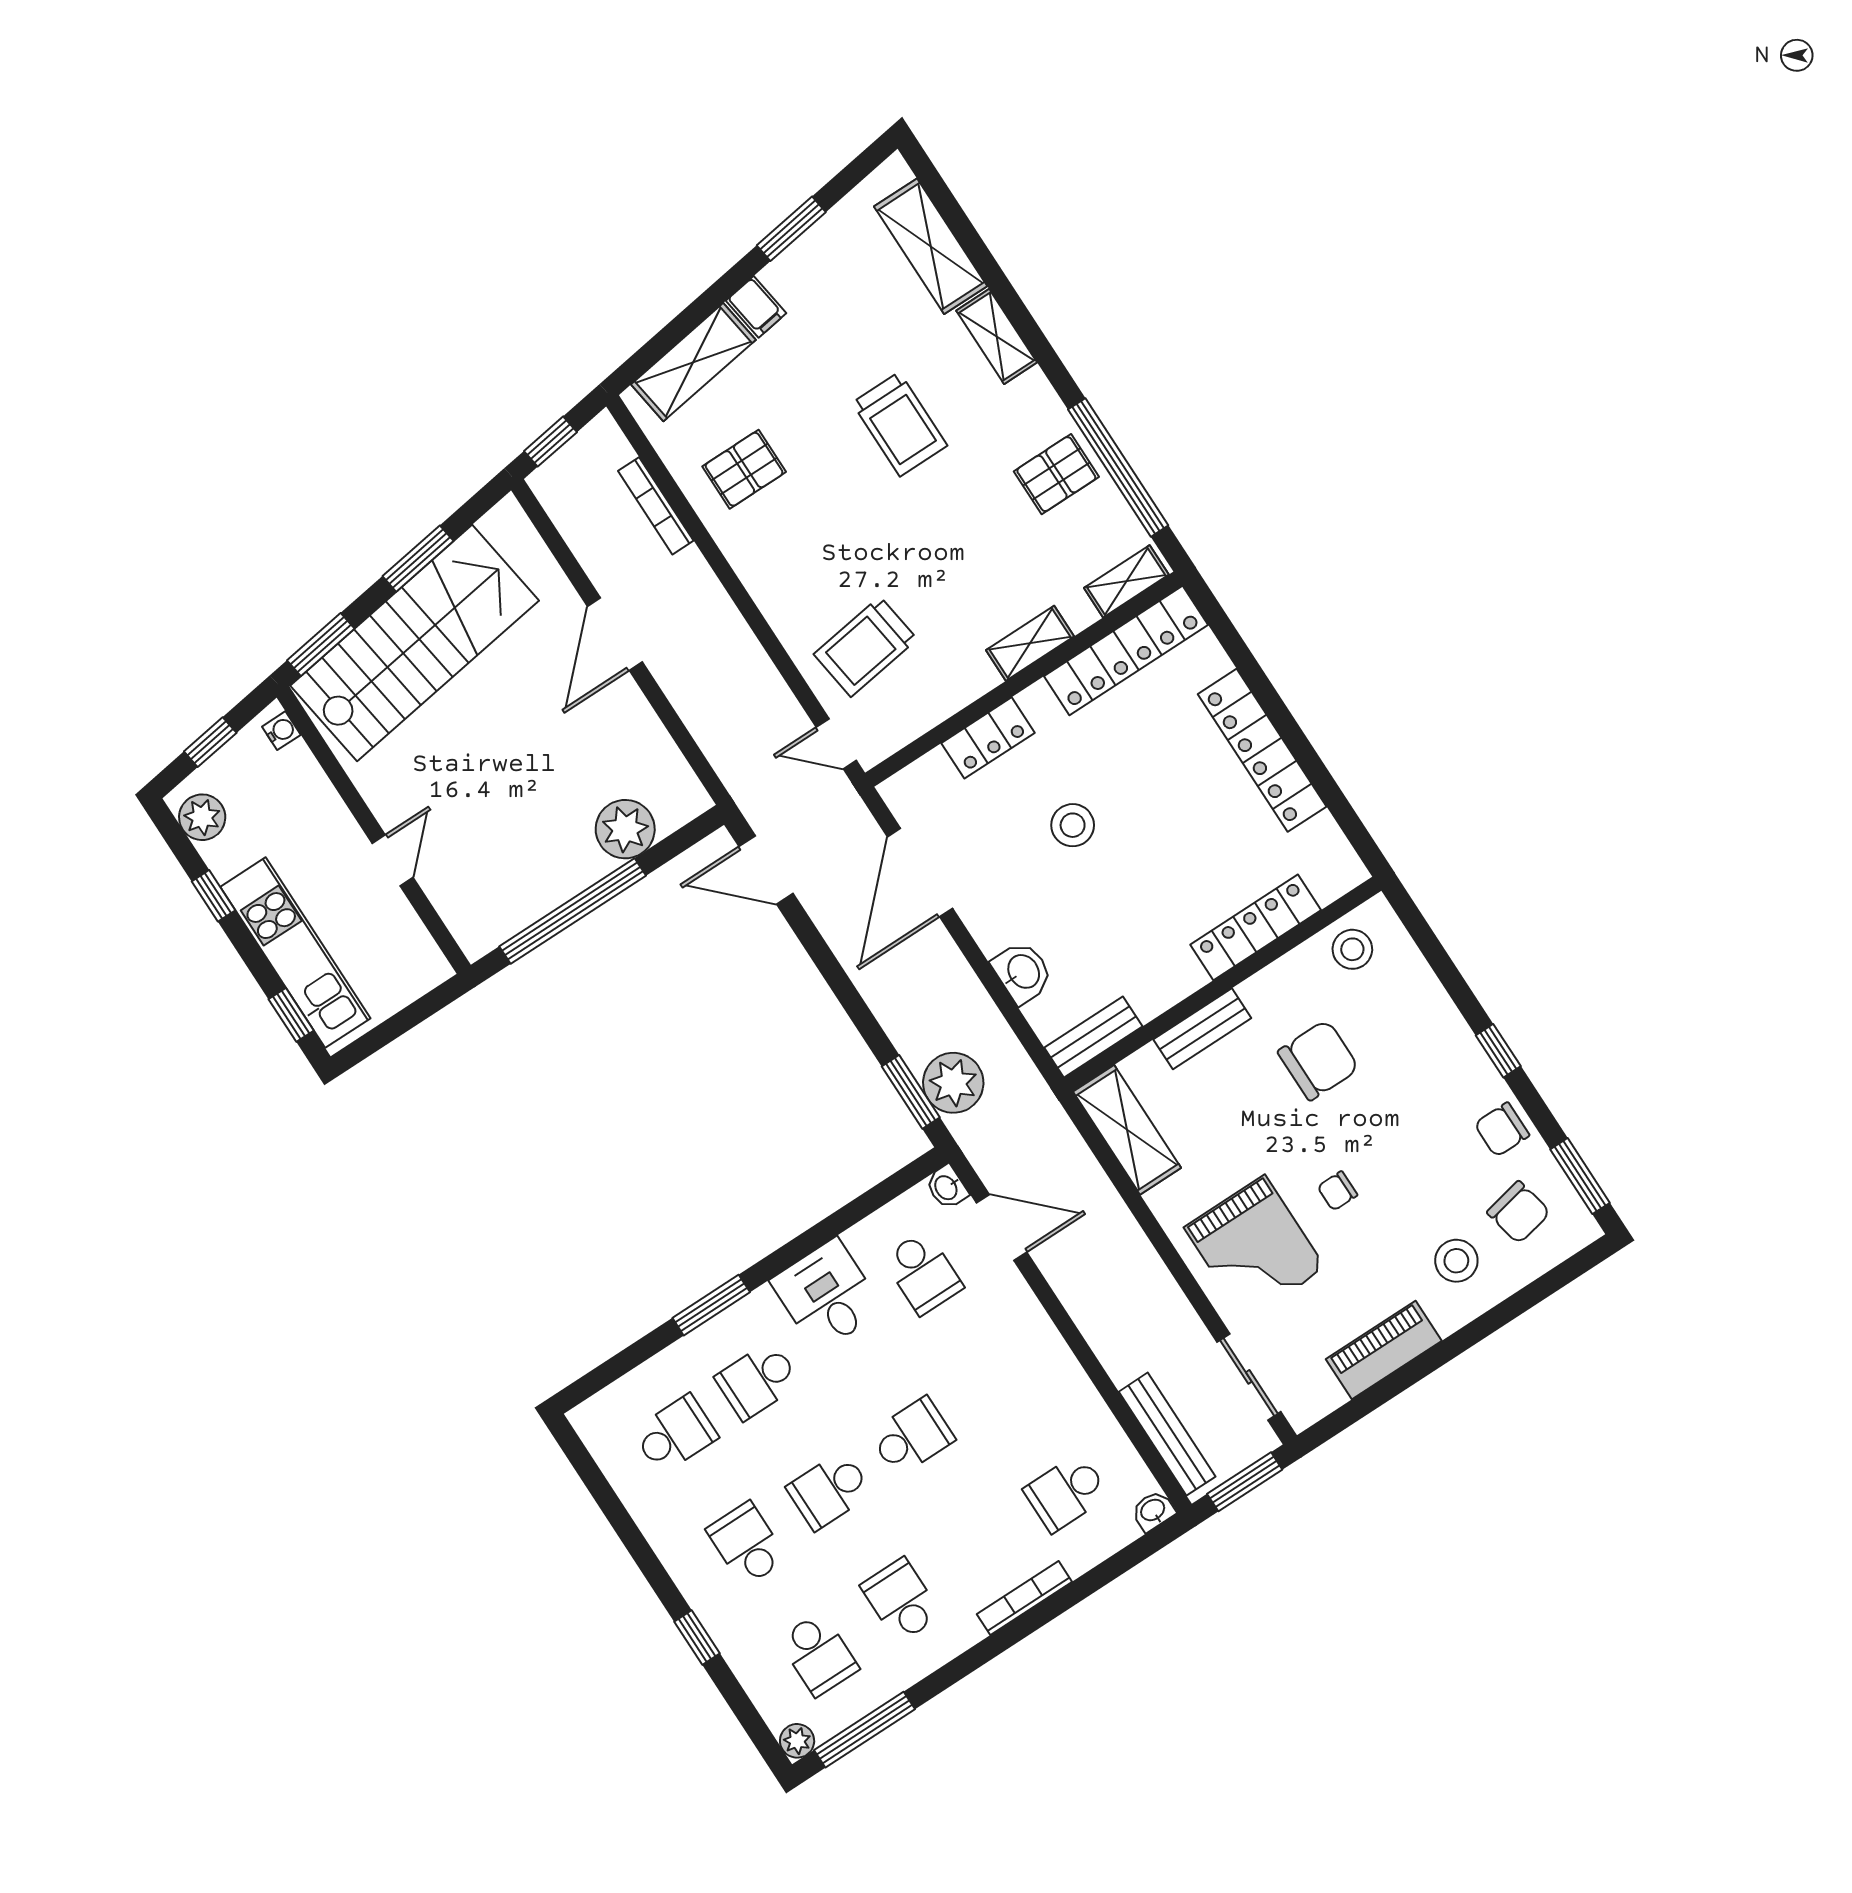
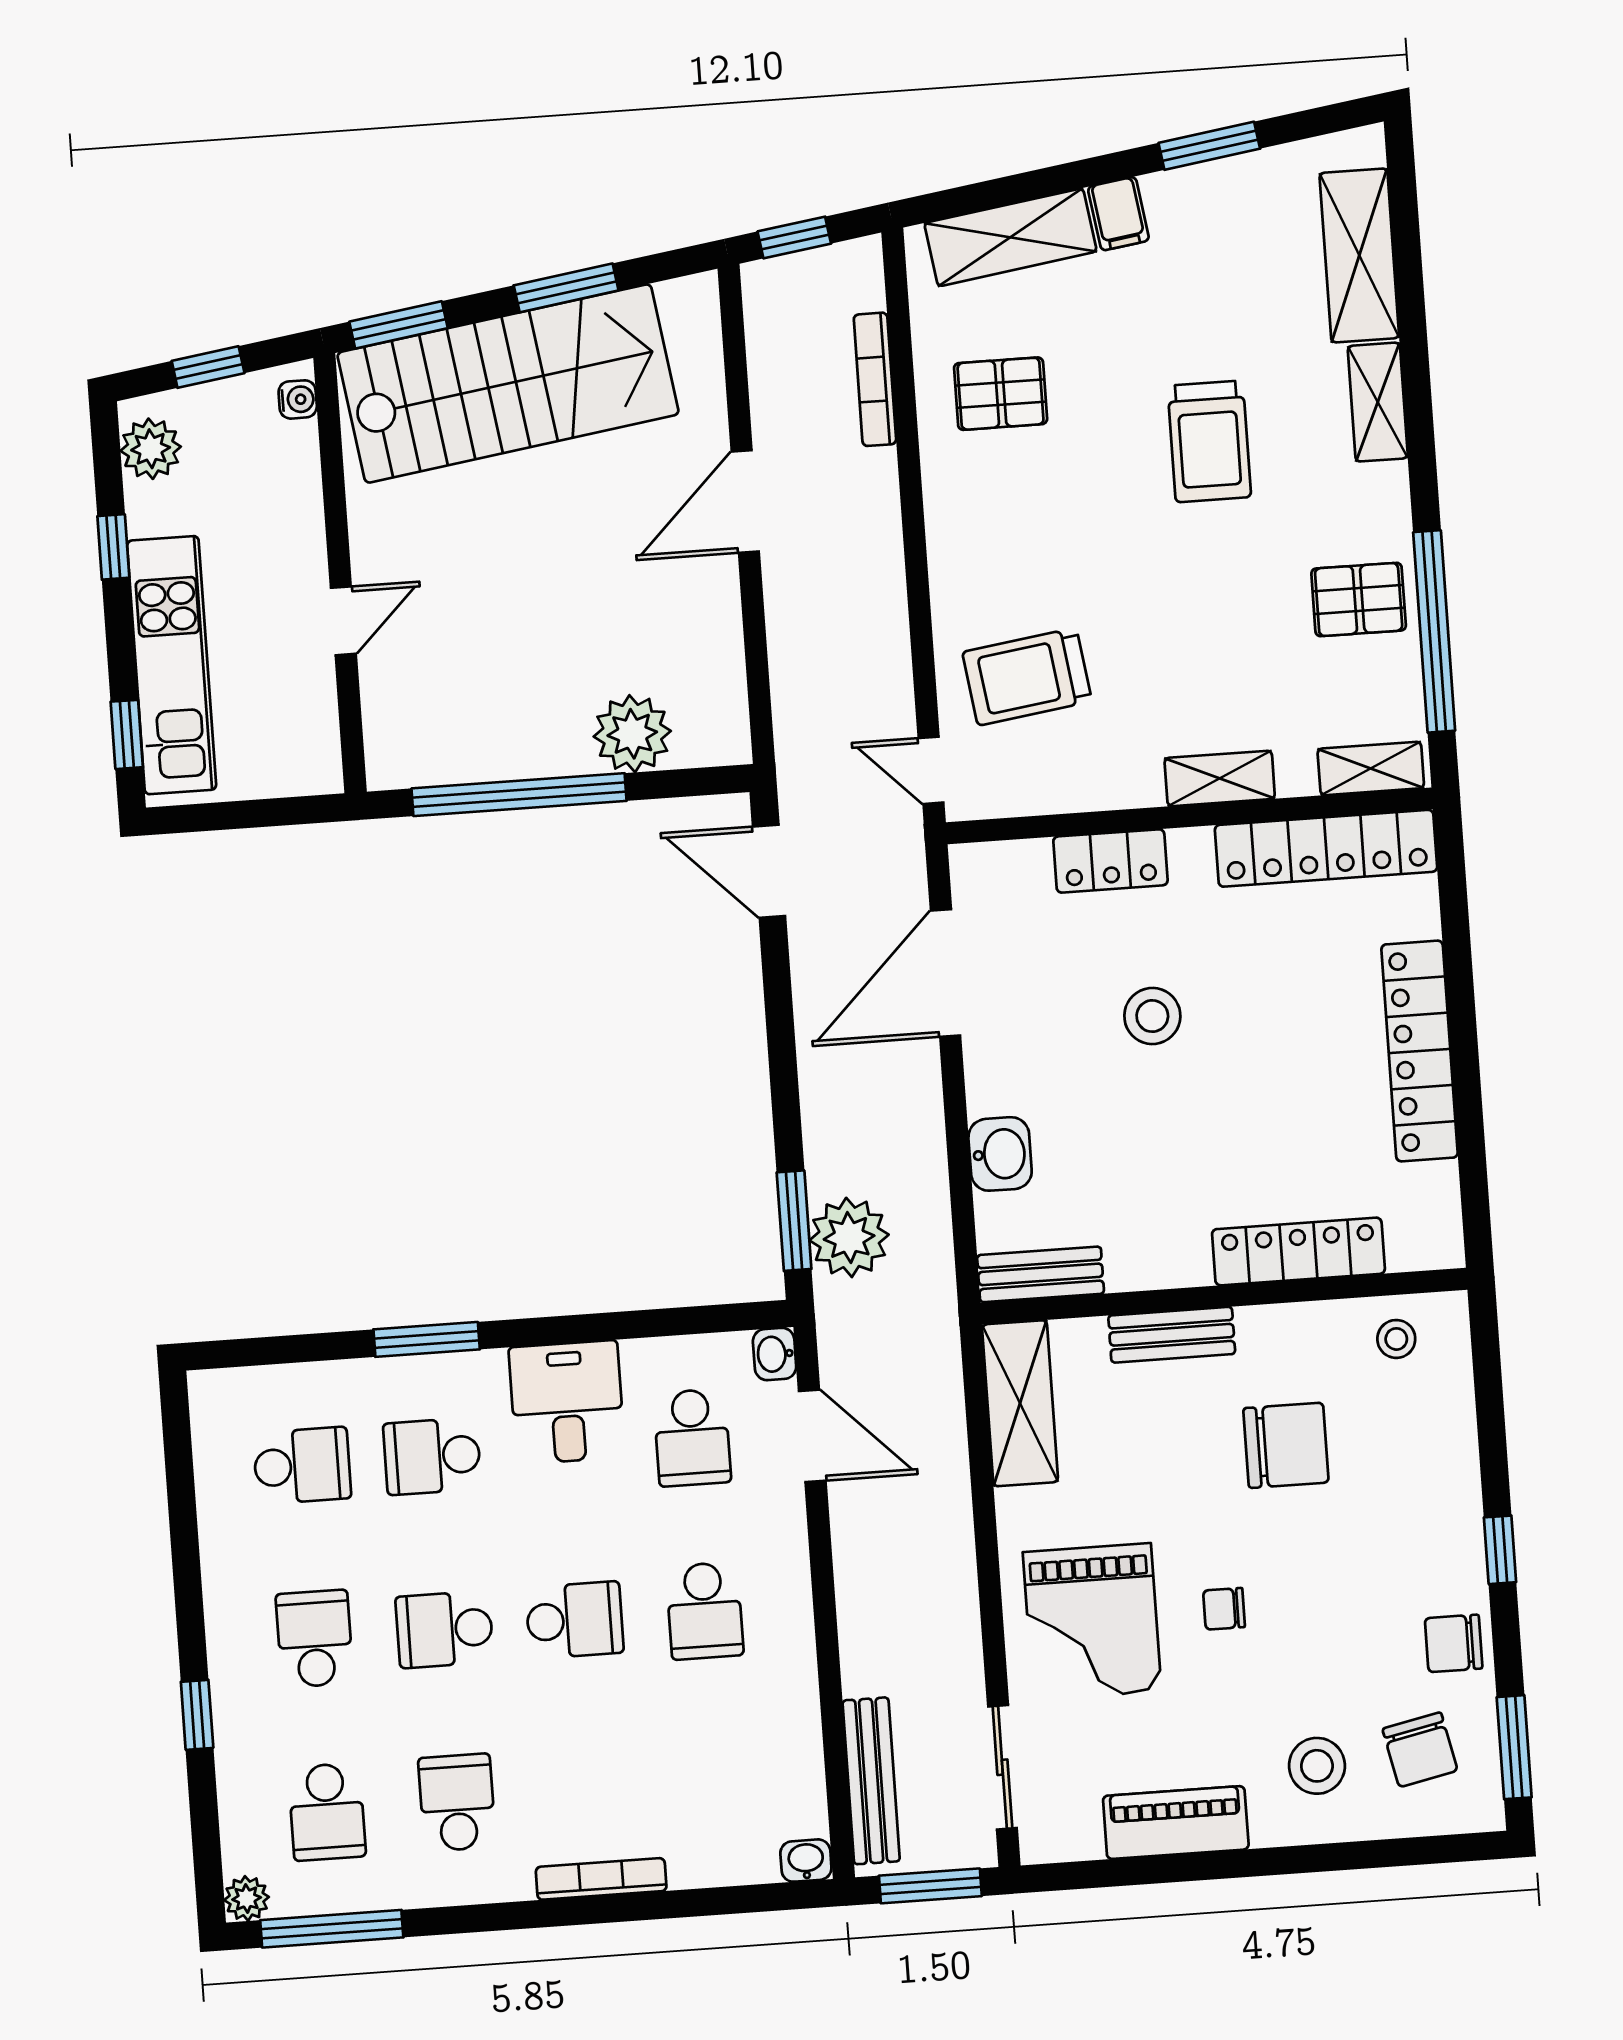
stool: (1352, 949) -> (1396, 1339), width x0.73, depth x0.73
school desk: (1066, 1493) -> (705, 1611), moved, turned -90

